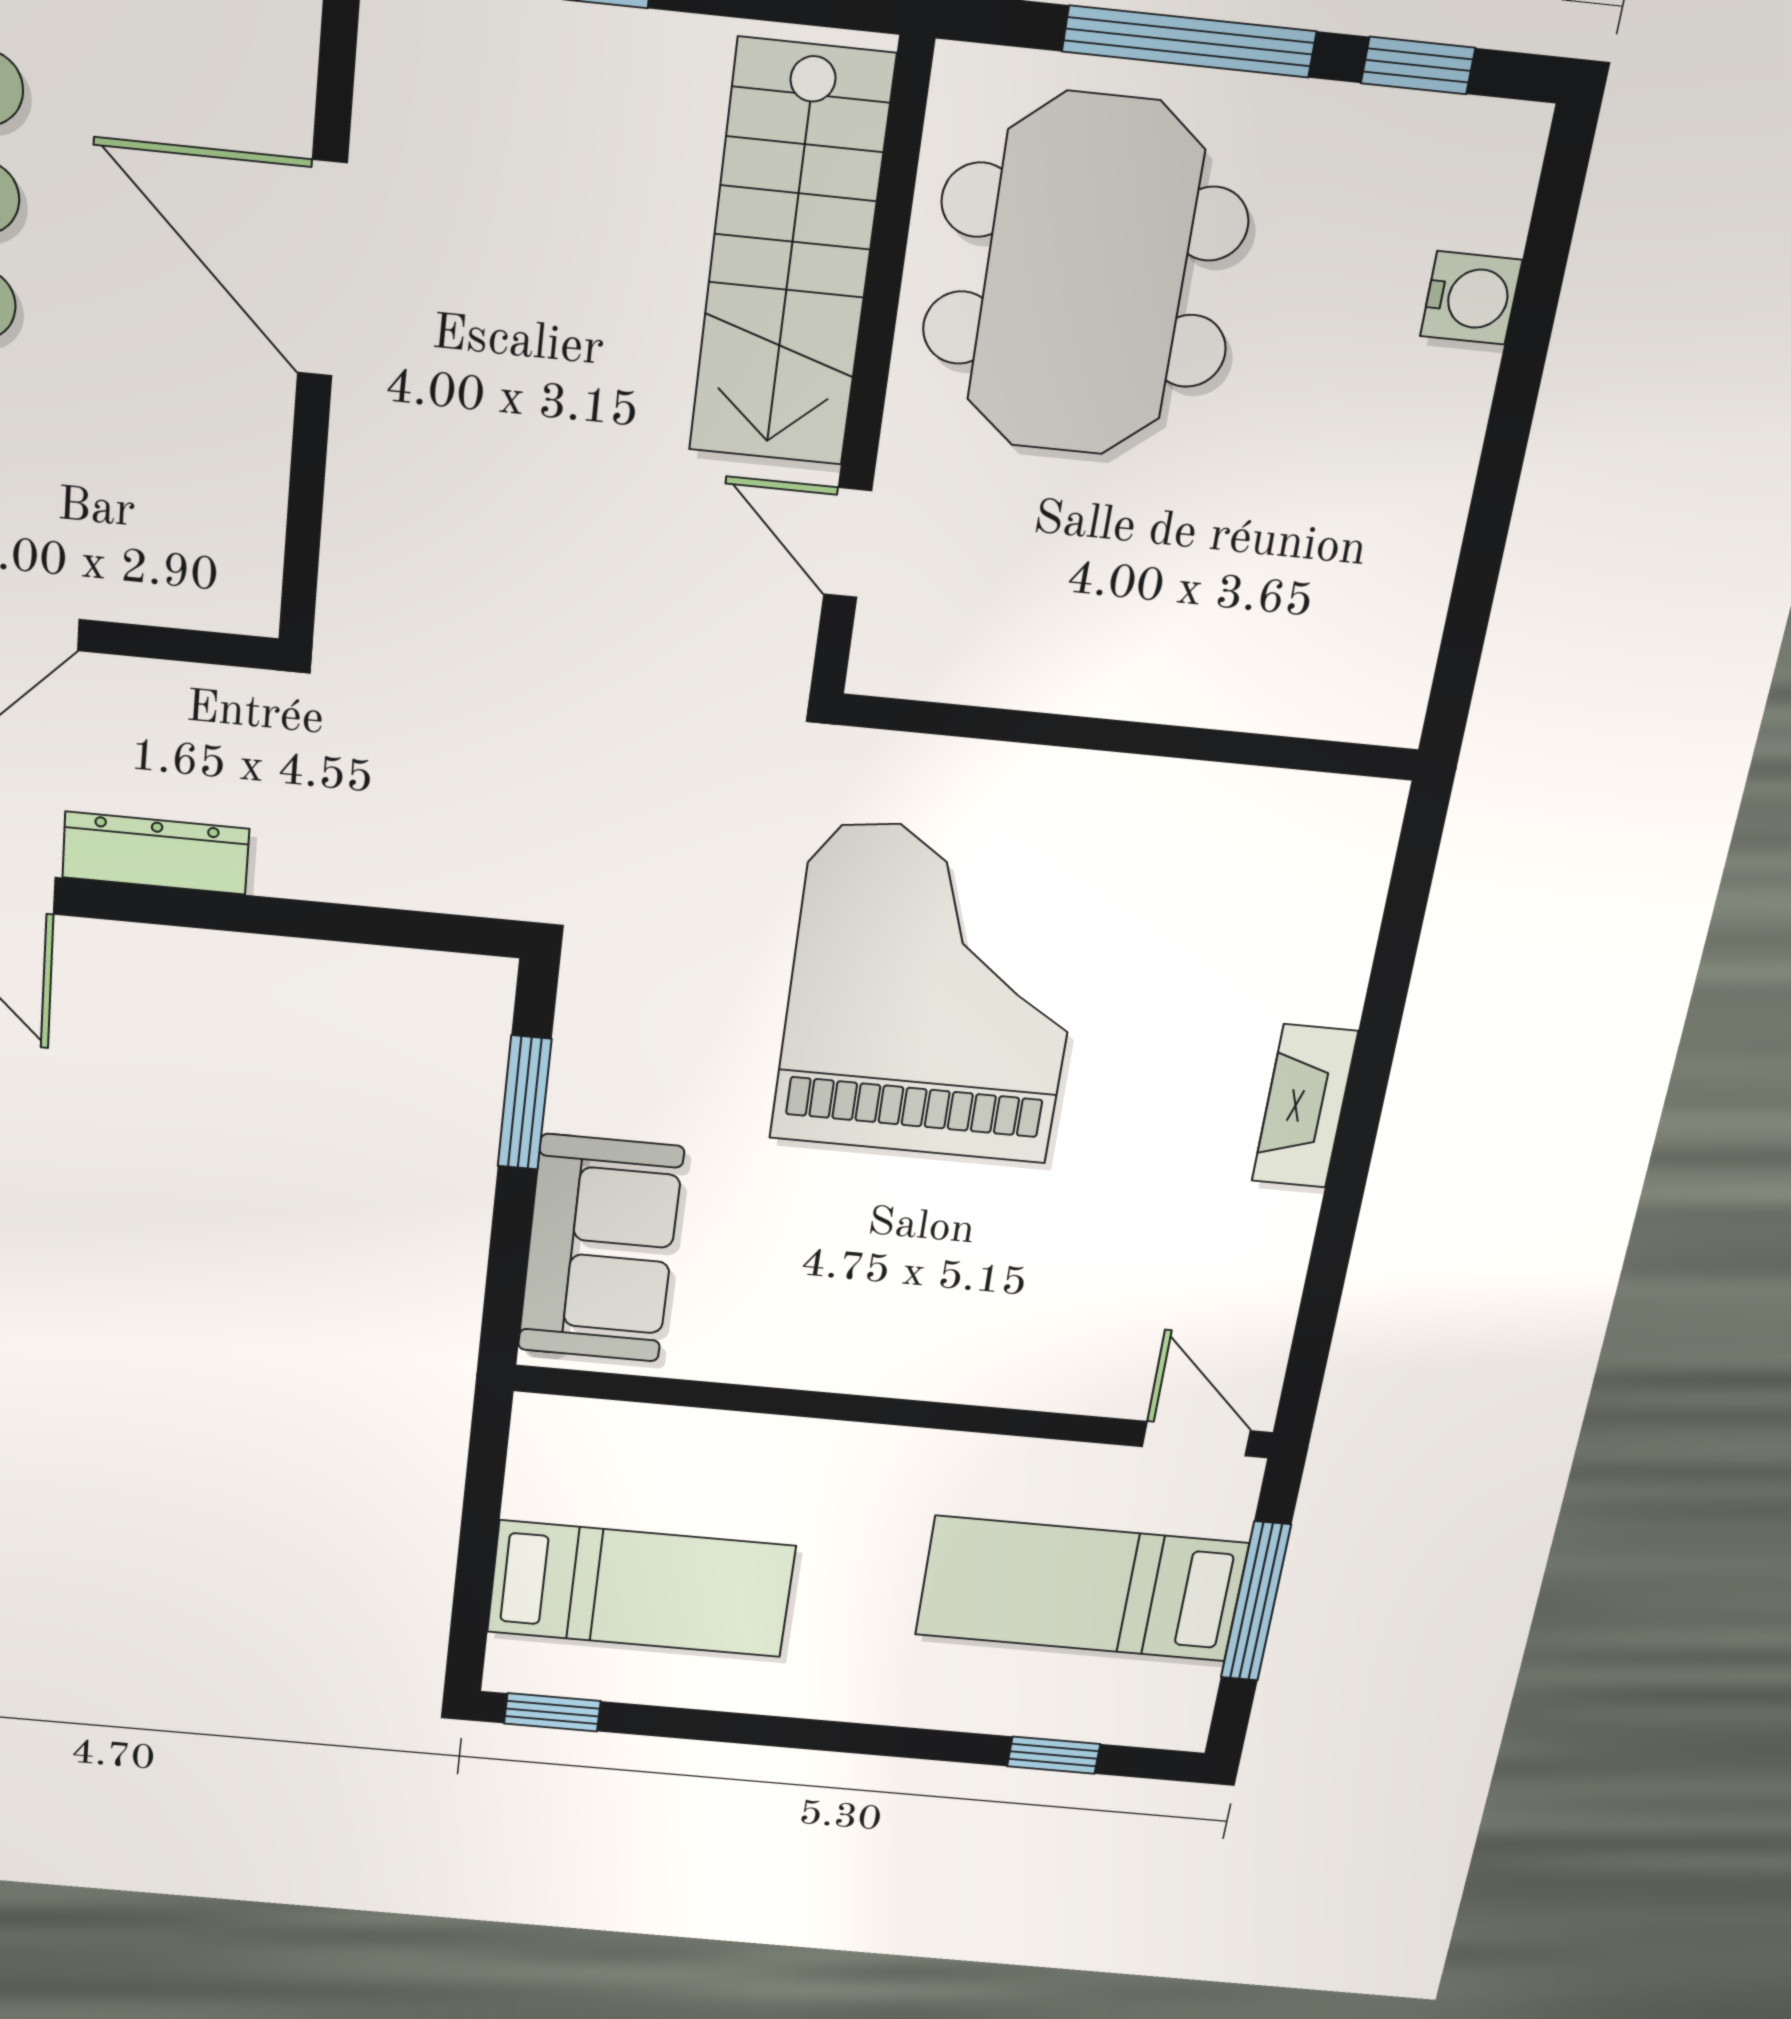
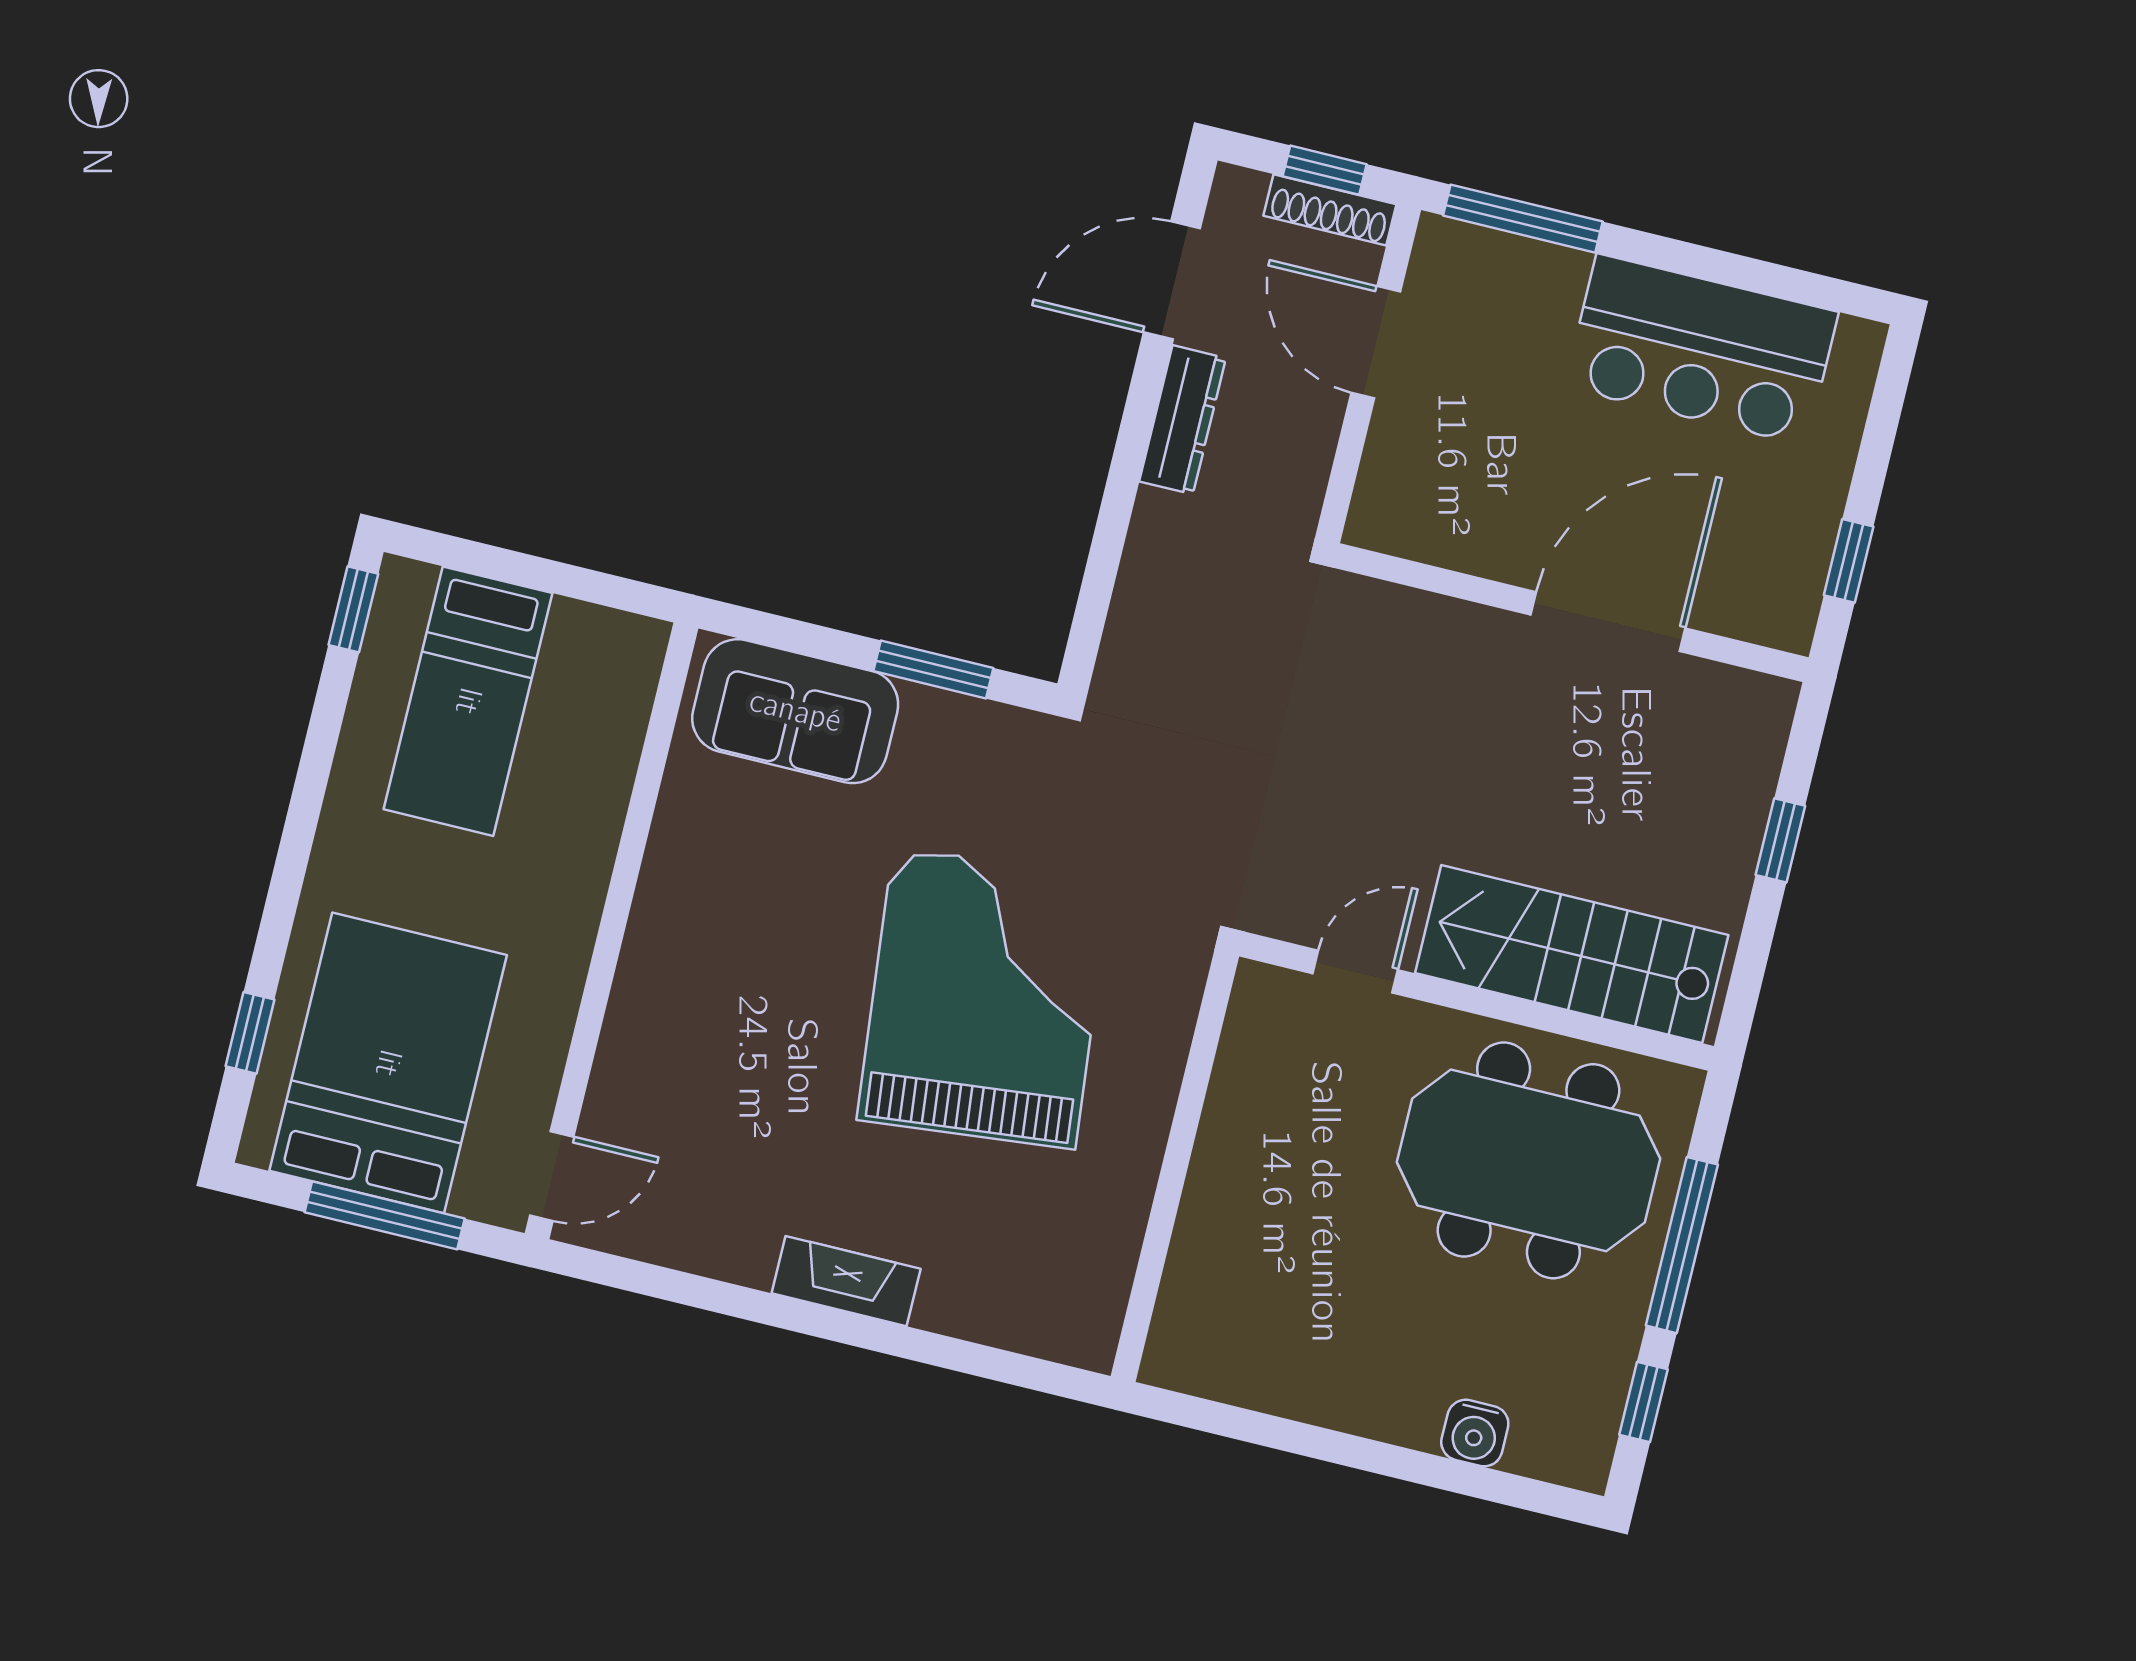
grand piano: (932, 993) -> (984, 998), turned -96
bed: (1081, 1589) -> (388, 1063), width x1.50

